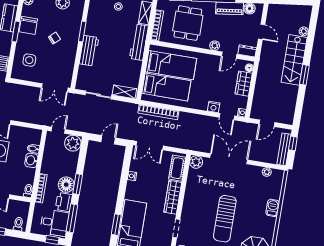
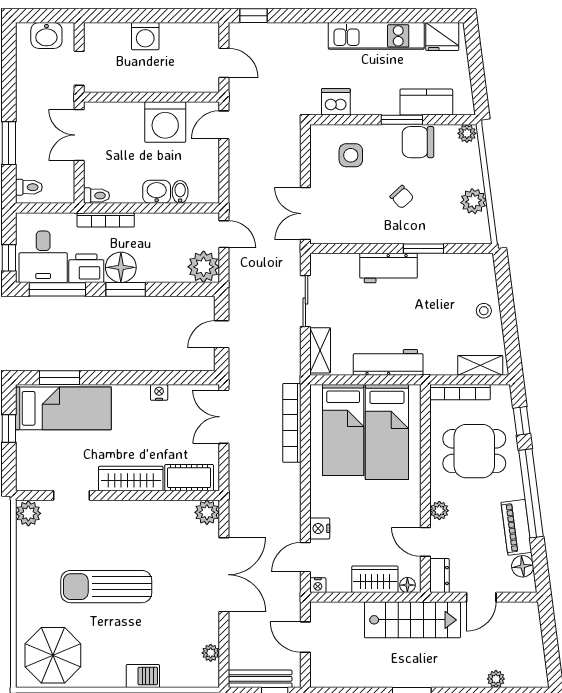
workbench: (139, 42) -> (388, 362), moved
stairs: (294, 60) -> (412, 620), moved, turned 180
door: (108, 140) -> (222, 334), swing flipped

